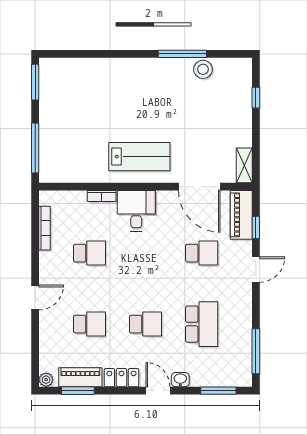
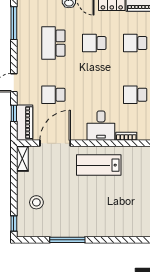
stool: (203, 69) -> (36, 202), moved
window: (256, 98) -> (14, 224), moved
door: (199, 187) -> (55, 143), hinge flipped

